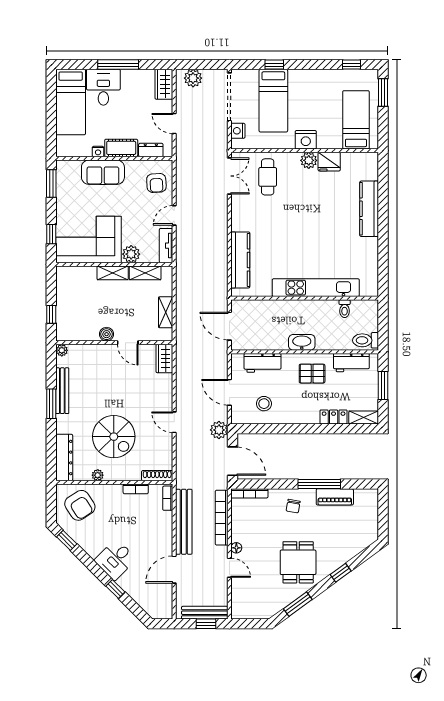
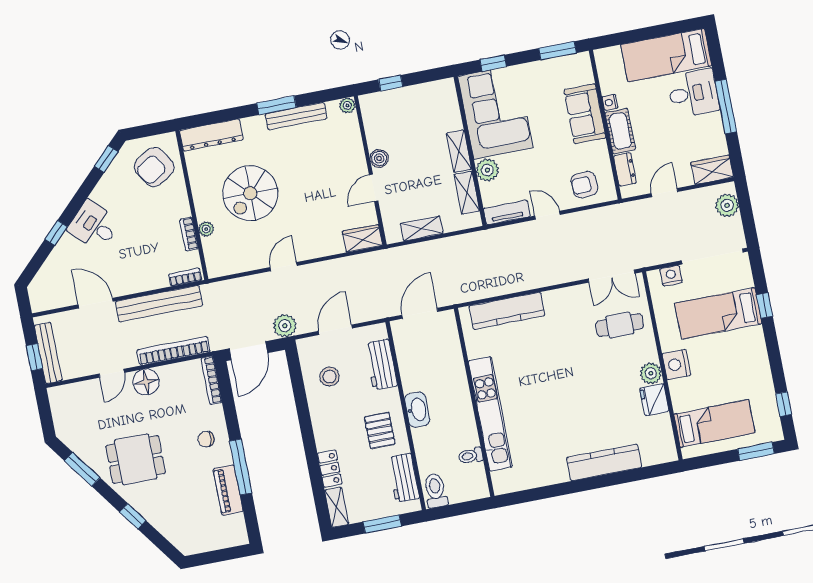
plant: (98, 475) -> (206, 229), moved
shoe rack: (157, 476) -> (211, 258), removed
floor lamp: (236, 548) -> (146, 382), width x1.89, depth x1.89

